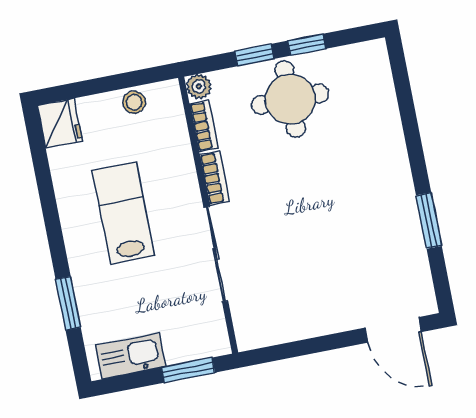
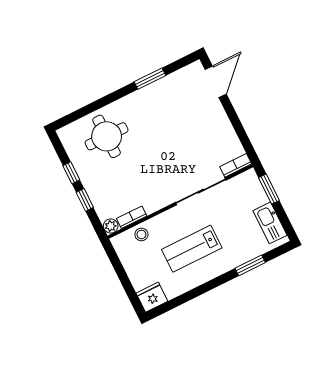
round table: (290, 99) -> (107, 136), moved
stool: (134, 102) -> (141, 234), moved
bookcase: (215, 178) -> (236, 165), moved

